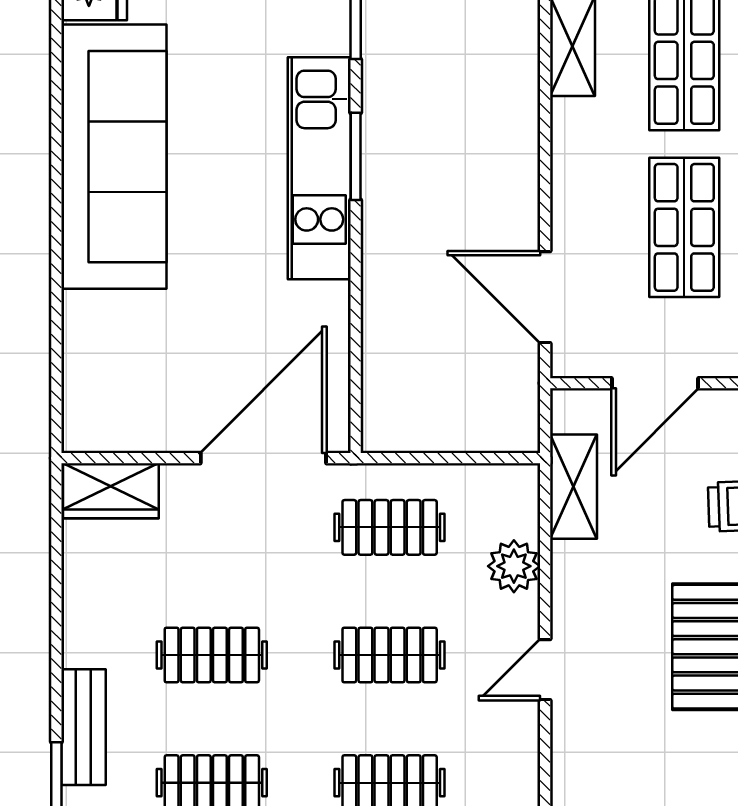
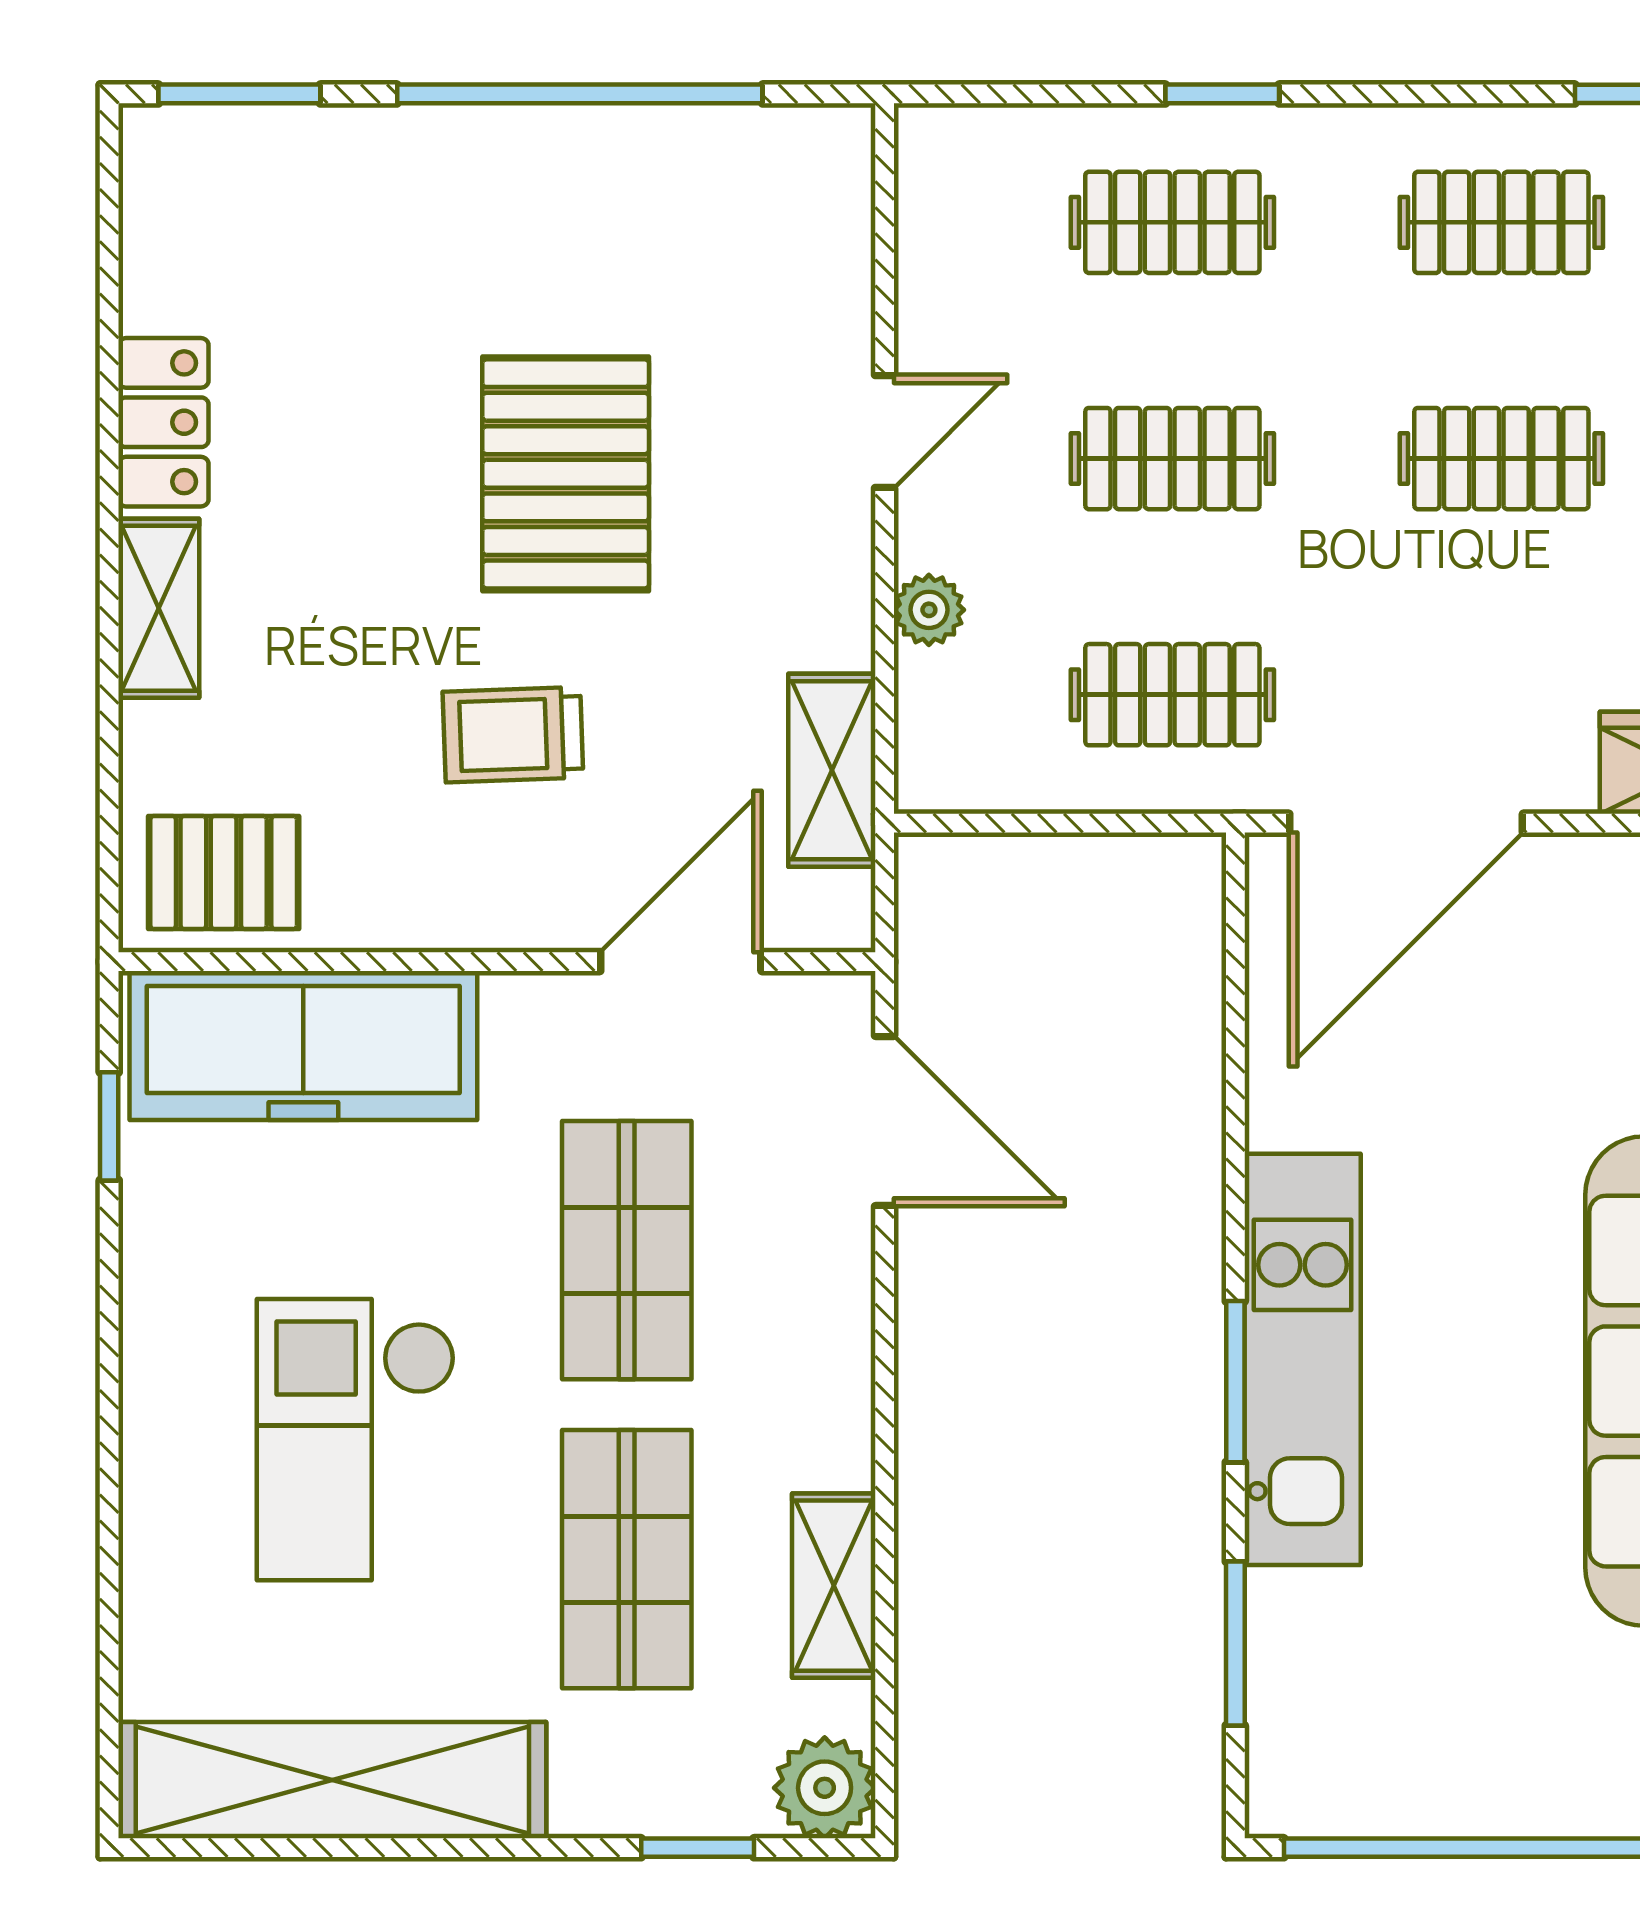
plant: (514, 566) -> (929, 610), width x0.73, depth x0.73

